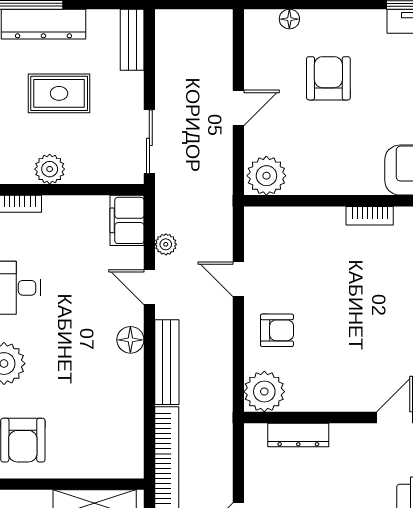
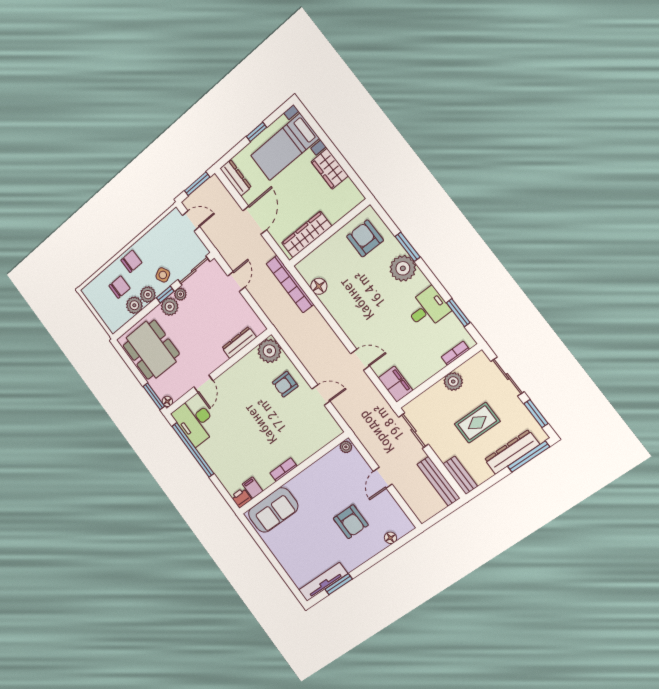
plant: (266, 176) -> (346, 447), width x0.53, depth x0.53
plant: (166, 244) -> (368, 386), removed
floor lamp: (130, 340) -> (319, 286), moved
bench: (167, 362) -> (438, 481), moved

